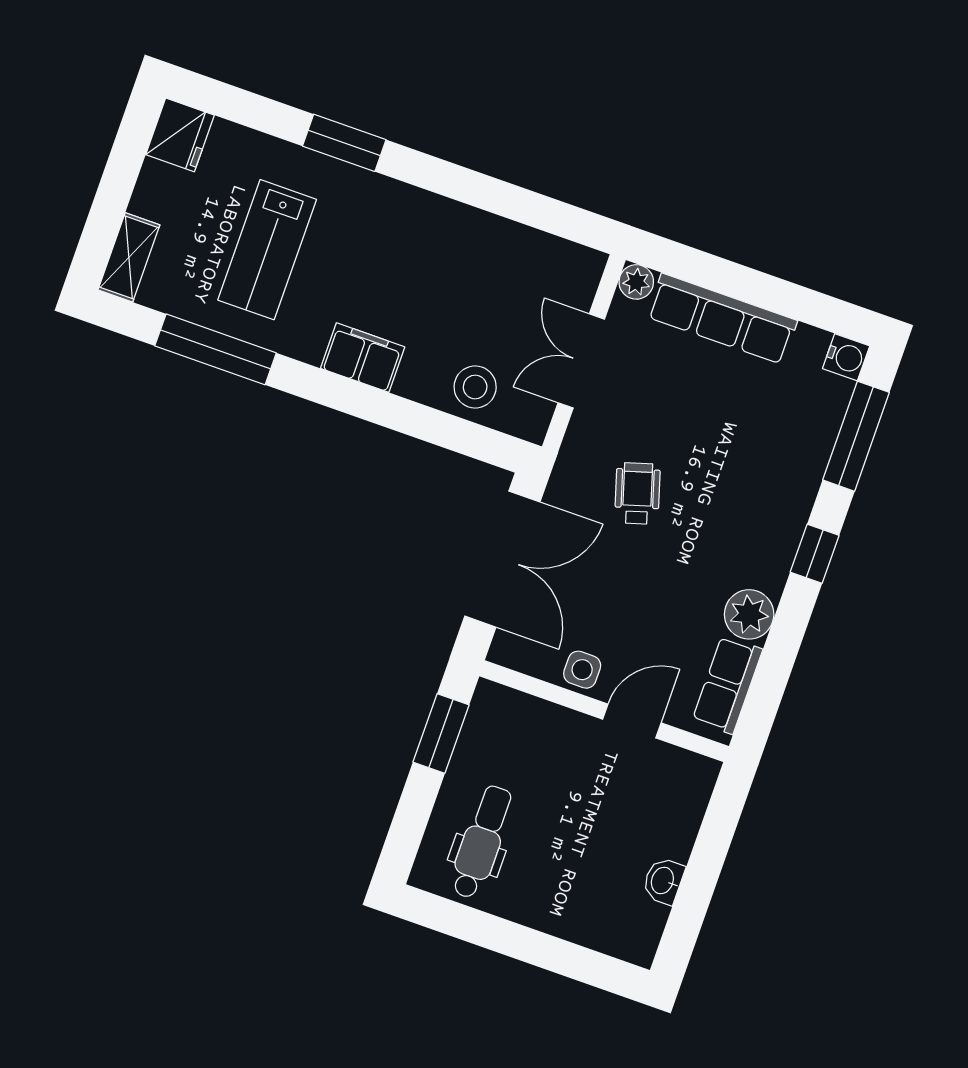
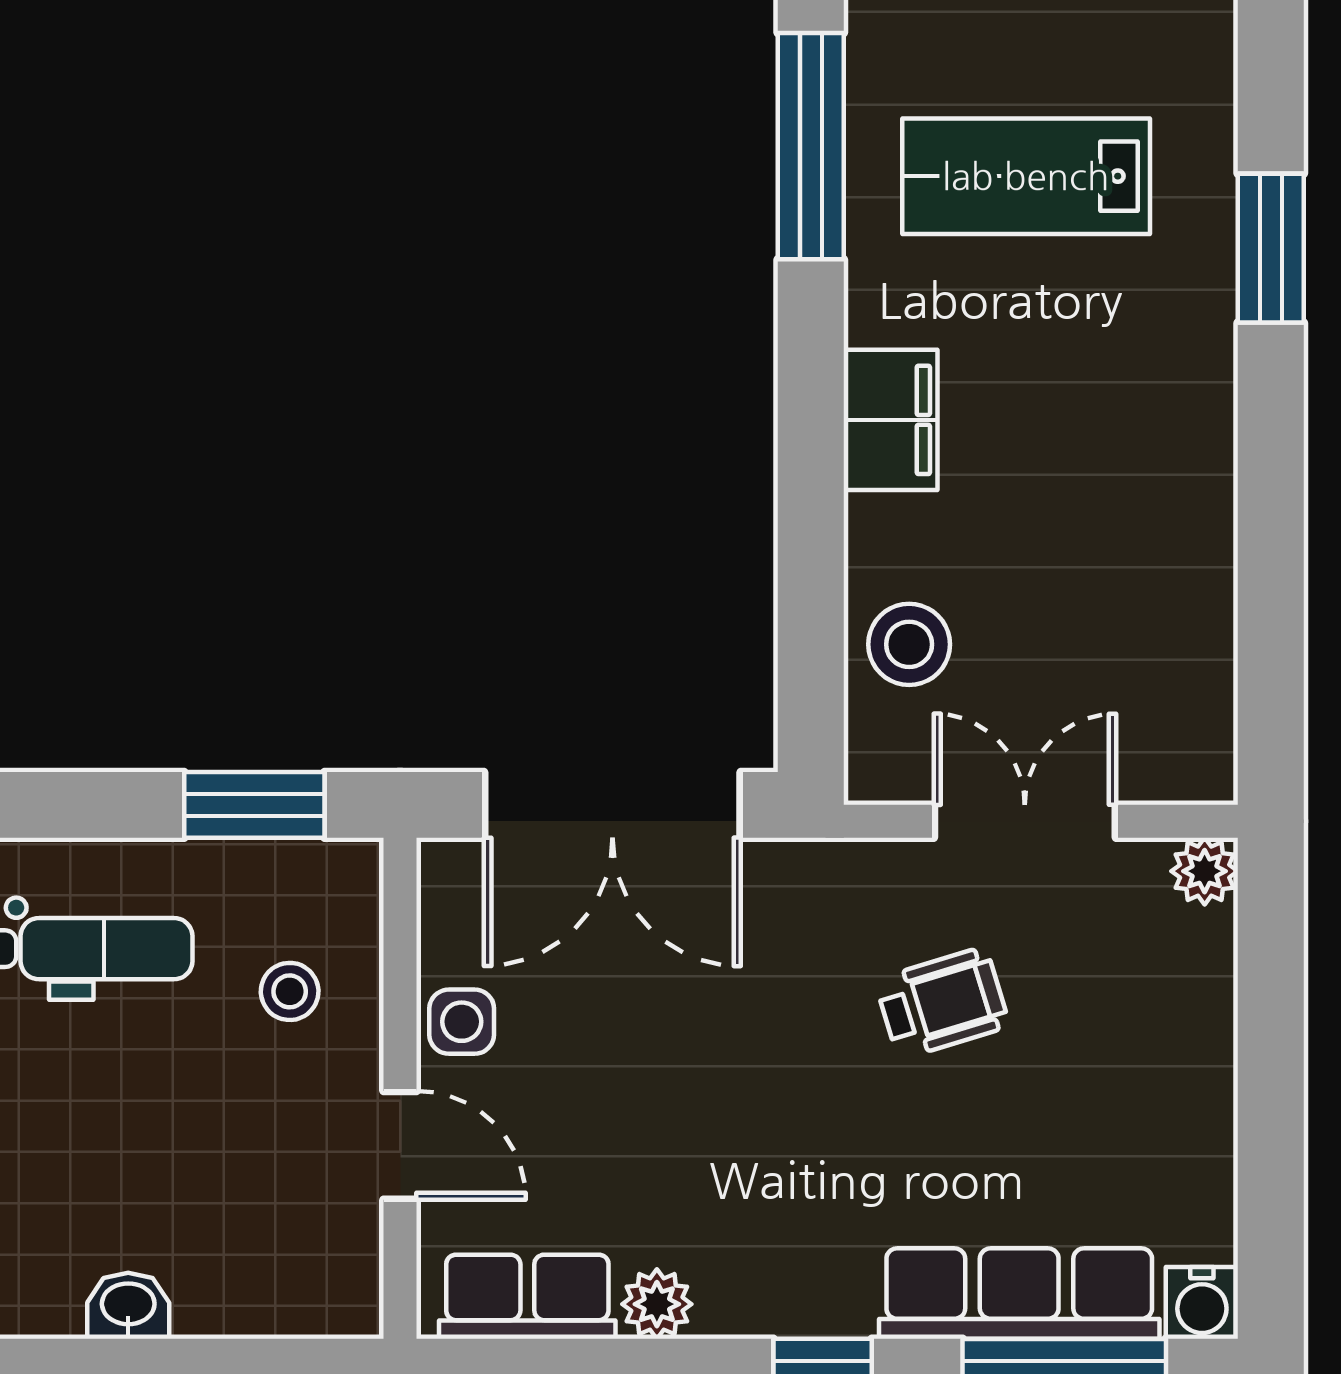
row of seats: (722, 319) -> (1019, 1293), moved, turned 90
wheelchair: (637, 493) -> (942, 1003), moved
plant: (749, 614) -> (657, 1304), width x0.73, depth x0.73
stool: (538, 748) -> (290, 991), added

